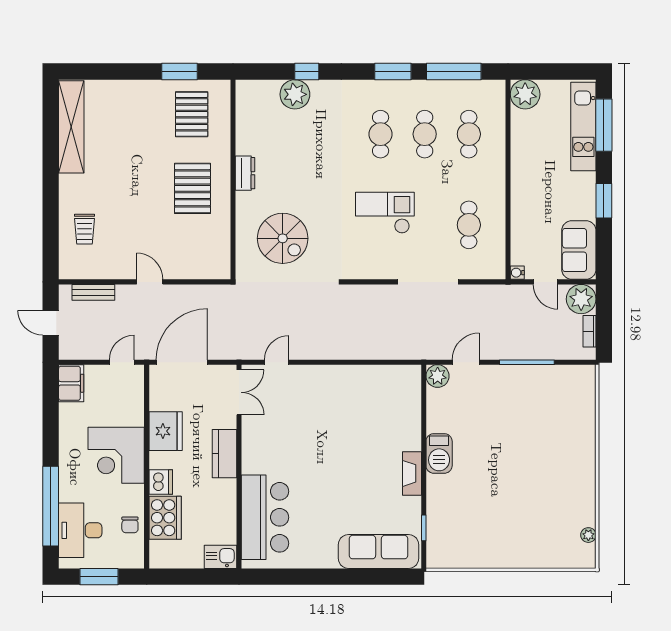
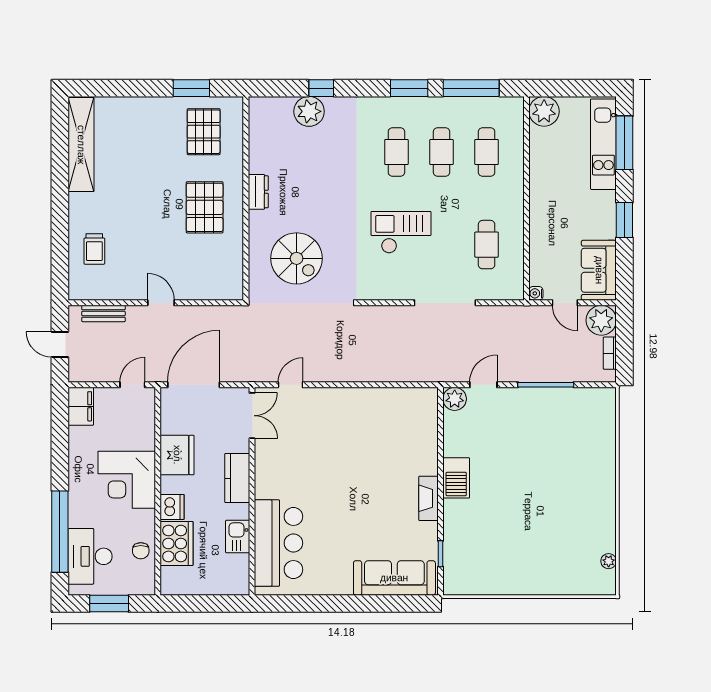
kitchen sink: (220, 557) -> (238, 537), moved, turned -90

